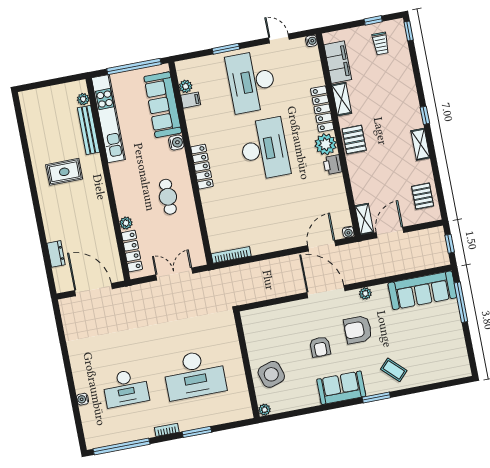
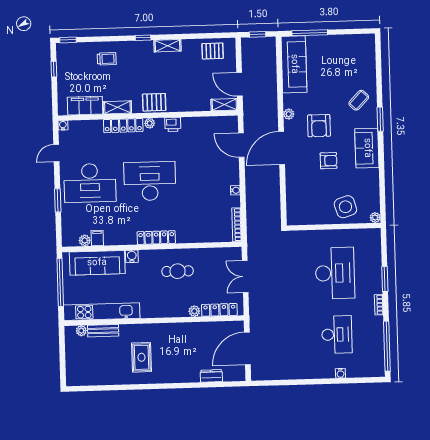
trolley: (381, 43) -> (107, 59), moved
bench: (88, 130) -> (103, 331), width x0.73
plant: (326, 144) -> (150, 123), width x0.53, depth x0.53
water cooler: (348, 232) -> (235, 190), moved

